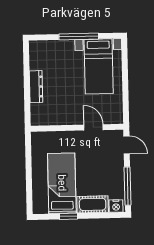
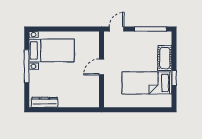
dresser: (36, 87) -> (44, 102), moved
door: (94, 127) -> (102, 67), moved
nightstand: (116, 206) -> (167, 39), removed

